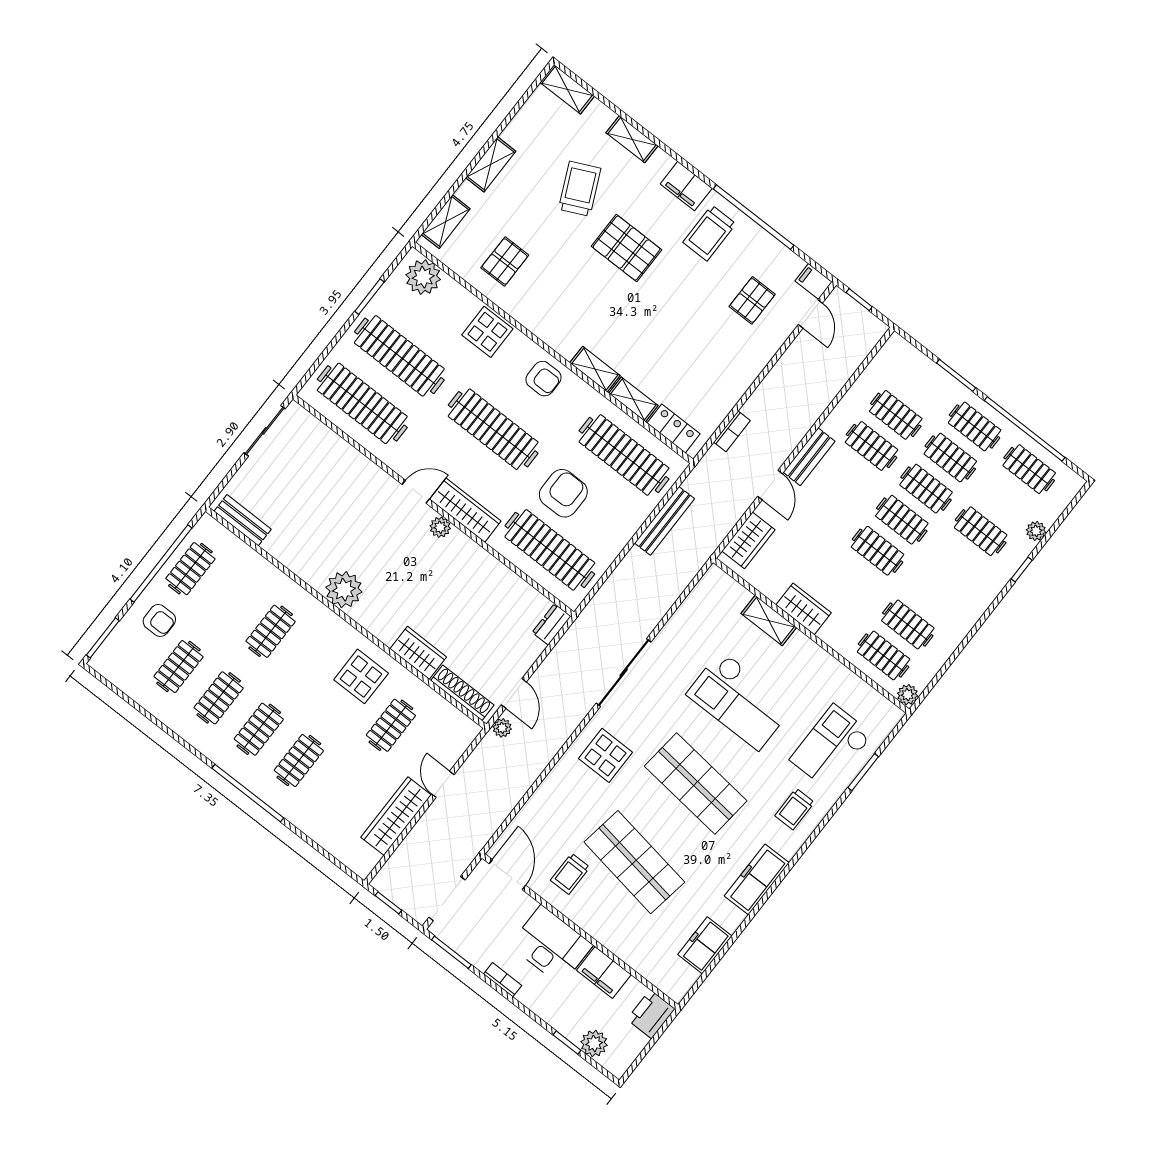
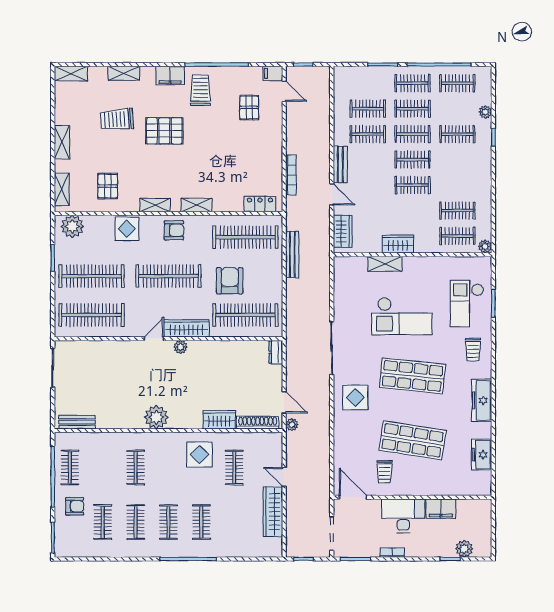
trolley: (580, 189) -> (117, 119), turned -69
trolley: (709, 233) -> (201, 90), turned 180
shelving: (633, 399) -> (155, 205), moved
bookcase: (732, 431) -> (291, 175), width x1.56
printer: (651, 1014) -> (481, 511), removed

